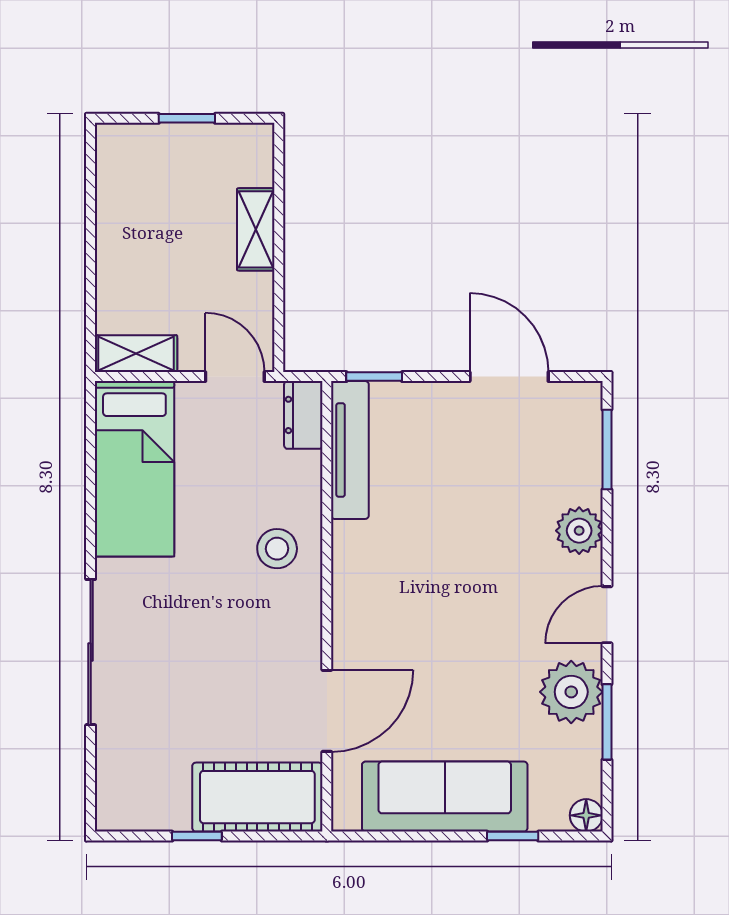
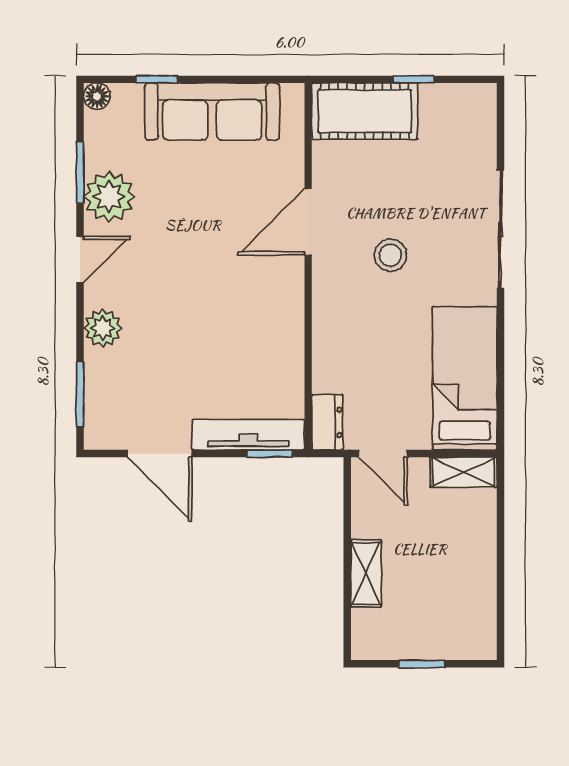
tv unit: (350, 450) -> (248, 435), moved, turned 90
stool: (277, 549) -> (390, 255), moved
door: (327, 711) -> (308, 222), moved

